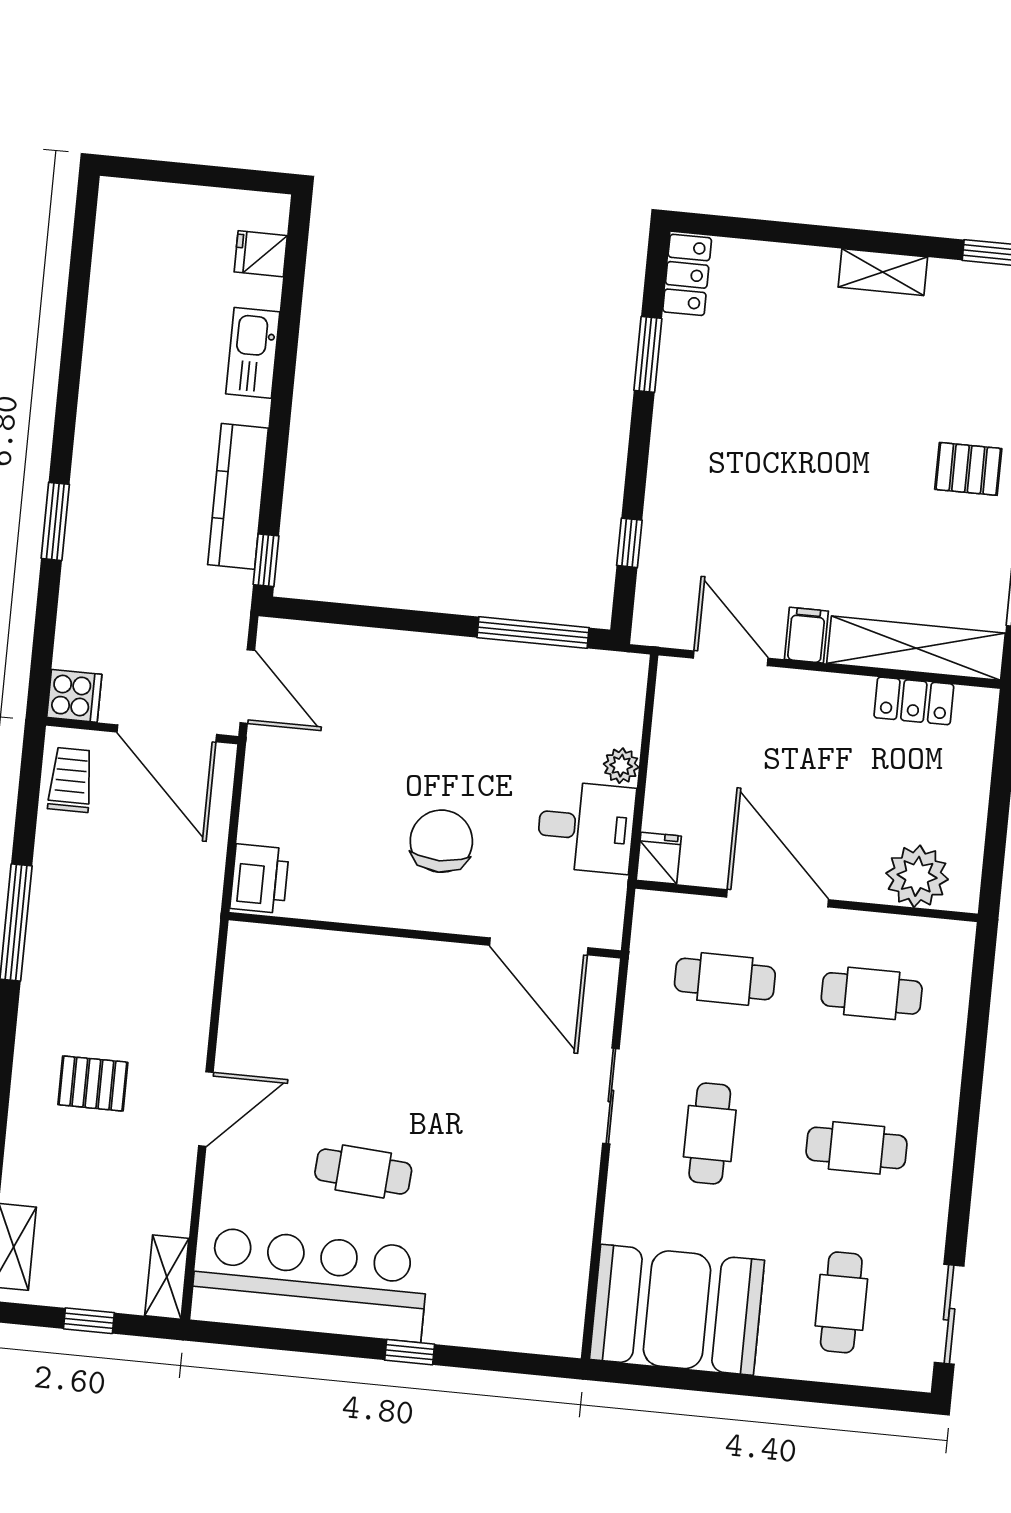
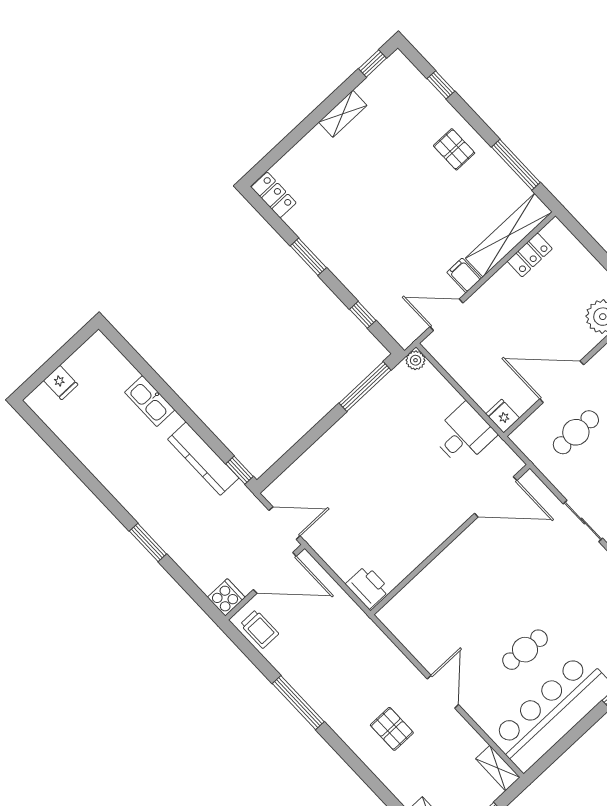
fridge: (261, 254) -> (61, 383), moved, turned -90
window: (648, 354) -> (308, 257), moved
pallet: (968, 469) -> (454, 149), turned 90
plant: (621, 766) -> (416, 360), moved
trolley: (71, 780) -> (259, 629), turned 180
chair: (441, 841) -> (418, 499), removed
pallet: (93, 1083) -> (392, 729), turned 90

